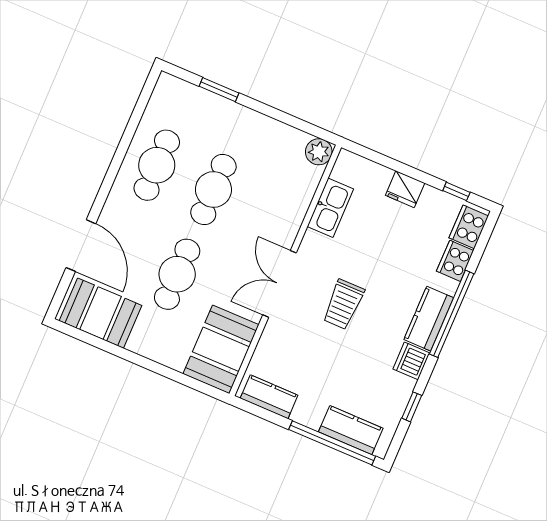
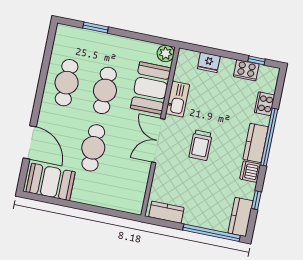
fridge: (405, 189) -> (209, 62), moved
kitchen sink: (330, 208) -> (178, 99), moved
cooker: (469, 227) -> (246, 70), moved, turned -90
booth: (221, 349) -> (151, 88), moved
kitchen counter: (351, 430) -> (241, 217), moved, turned -90

